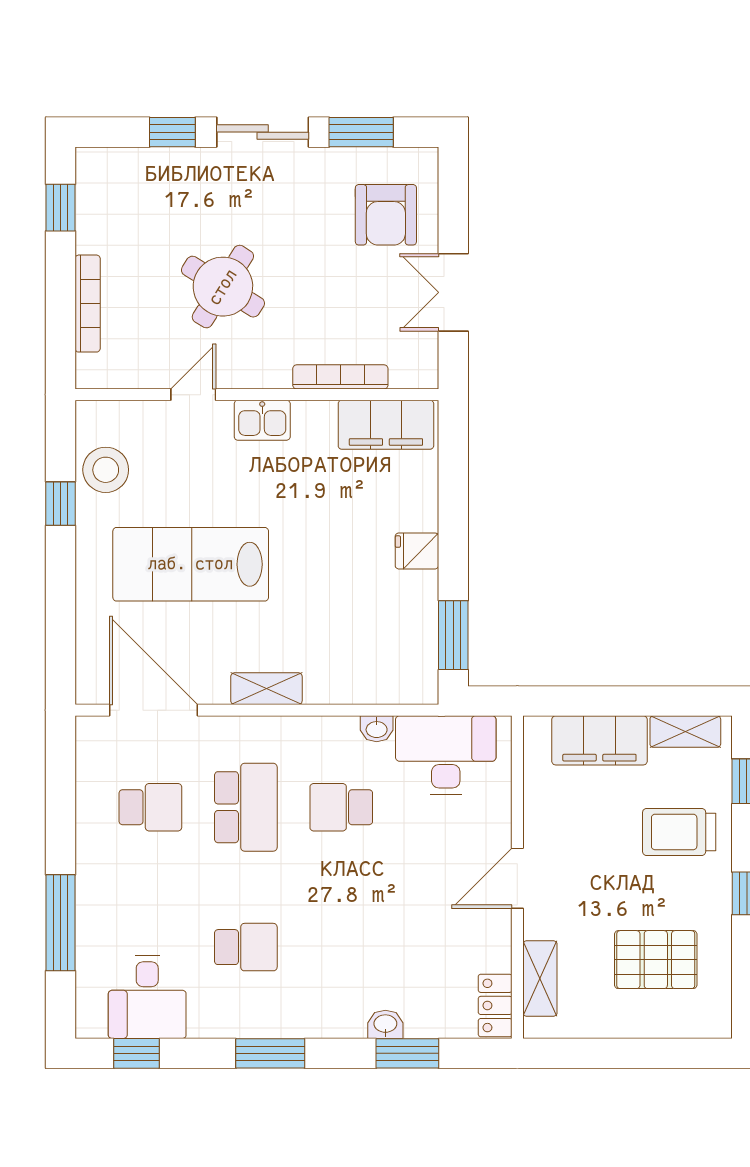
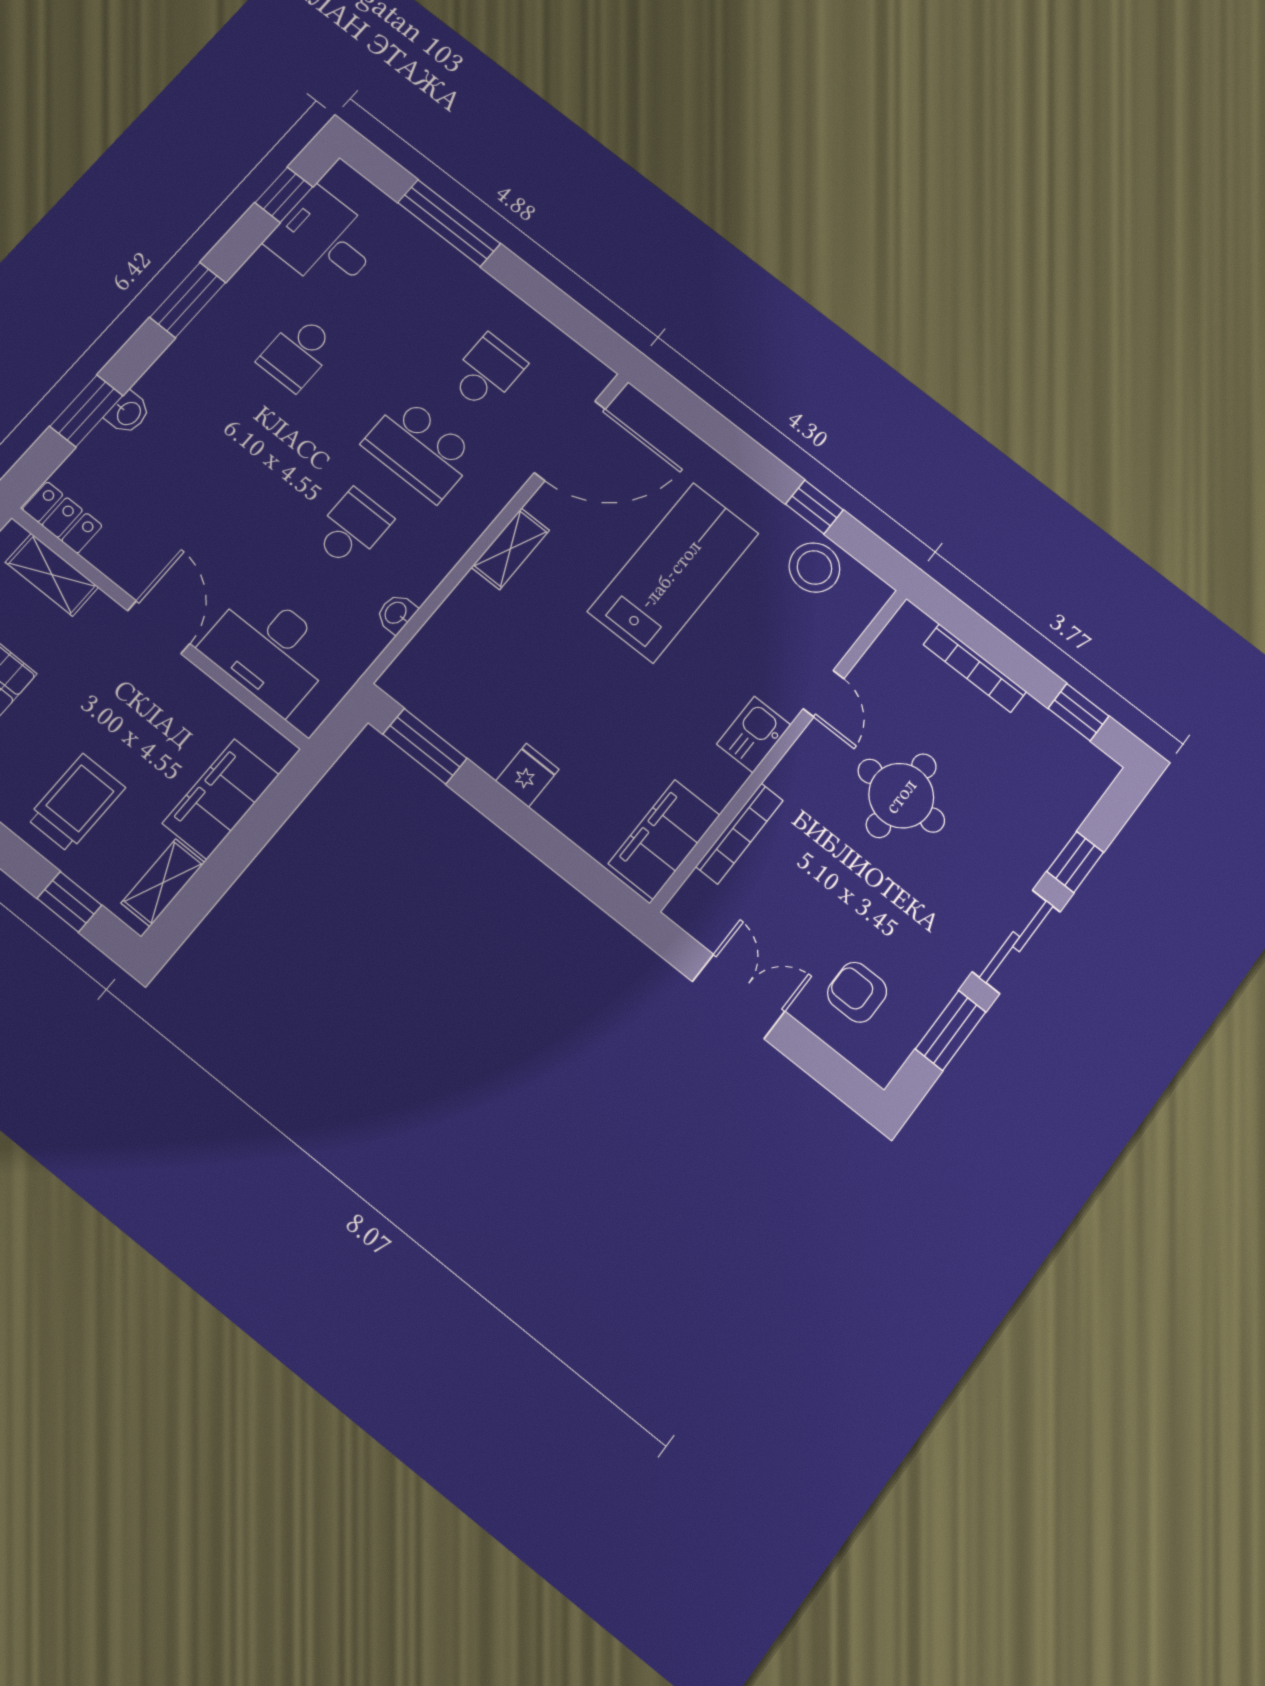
armchair: (386, 215) -> (857, 992), width x0.72, depth x0.72
round table: (223, 287) -> (901, 796), turned -32
desk: (446, 755) -> (269, 650), moved, turned 90
school desk: (150, 807) -> (487, 372), turned 180

